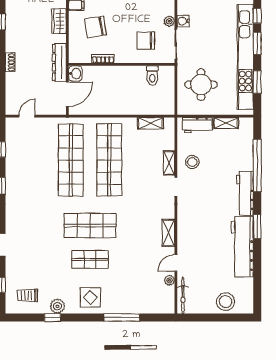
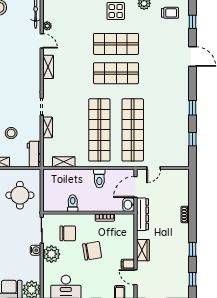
plant: (169, 21) -> (51, 254), width x1.88, depth x1.88
chair: (96, 27) -> (92, 251), moved
toilet: (152, 75) -> (73, 203), moved
toilet: (109, 104) -> (99, 178), added
door: (27, 116) -> (154, 168), moved
workbench: (197, 125) -> (34, 154), moved, turned -90
stool: (192, 162) -> (11, 133), moved
shop shelf: (90, 259) -> (116, 44), width x1.43, depth x1.36
door: (176, 263) -> (42, 41), hinge flipped

